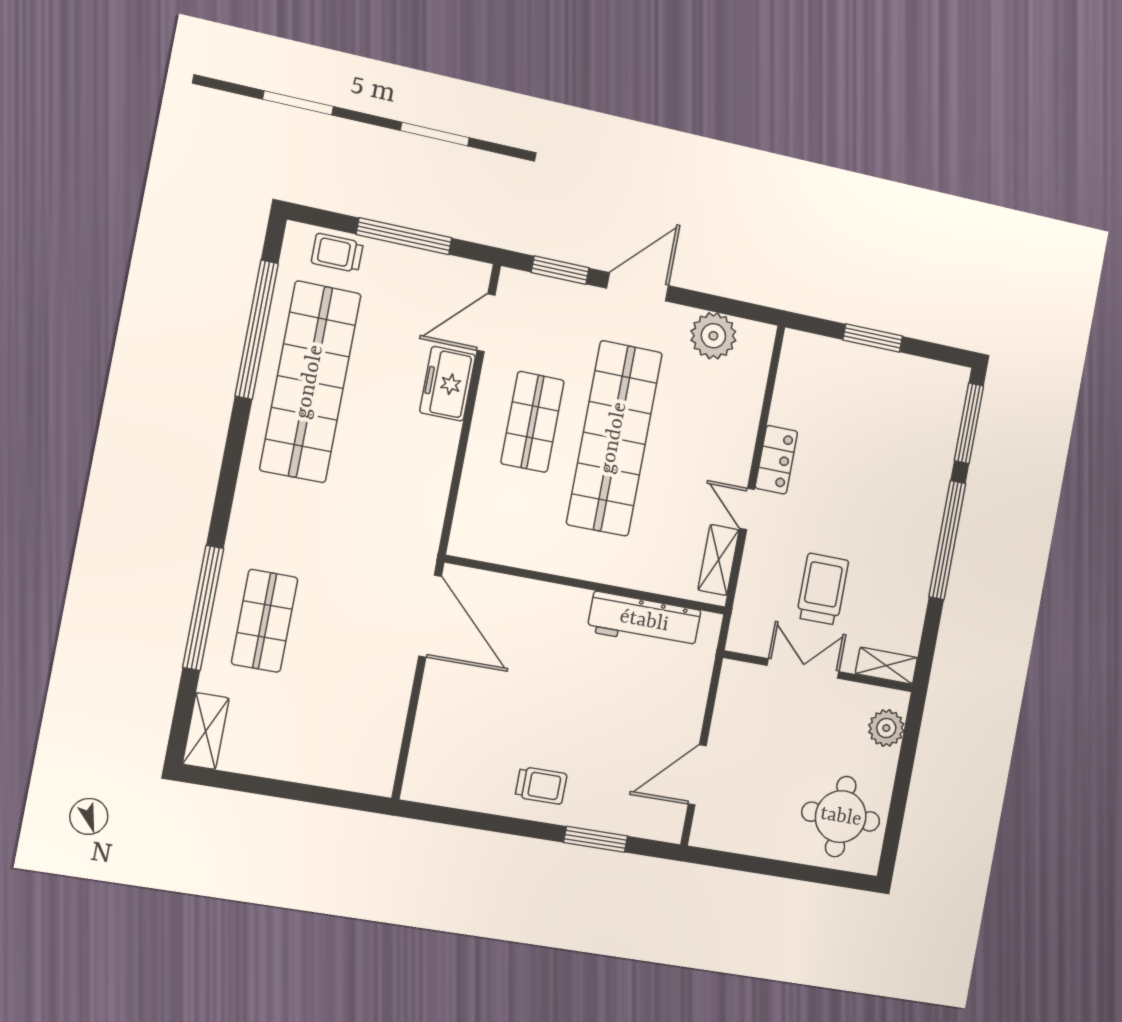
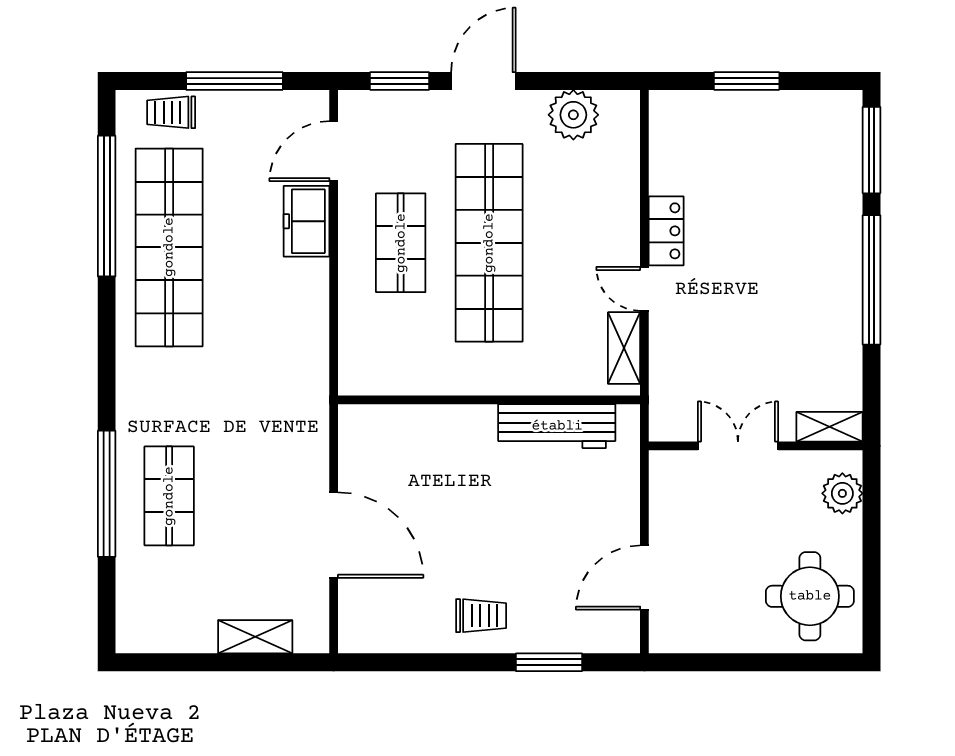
trolley: (823, 589) -> (743, 358), removed
door: (430, 616) -> (334, 535), moved
shelving: (206, 731) -> (255, 637), moved, turned 90

